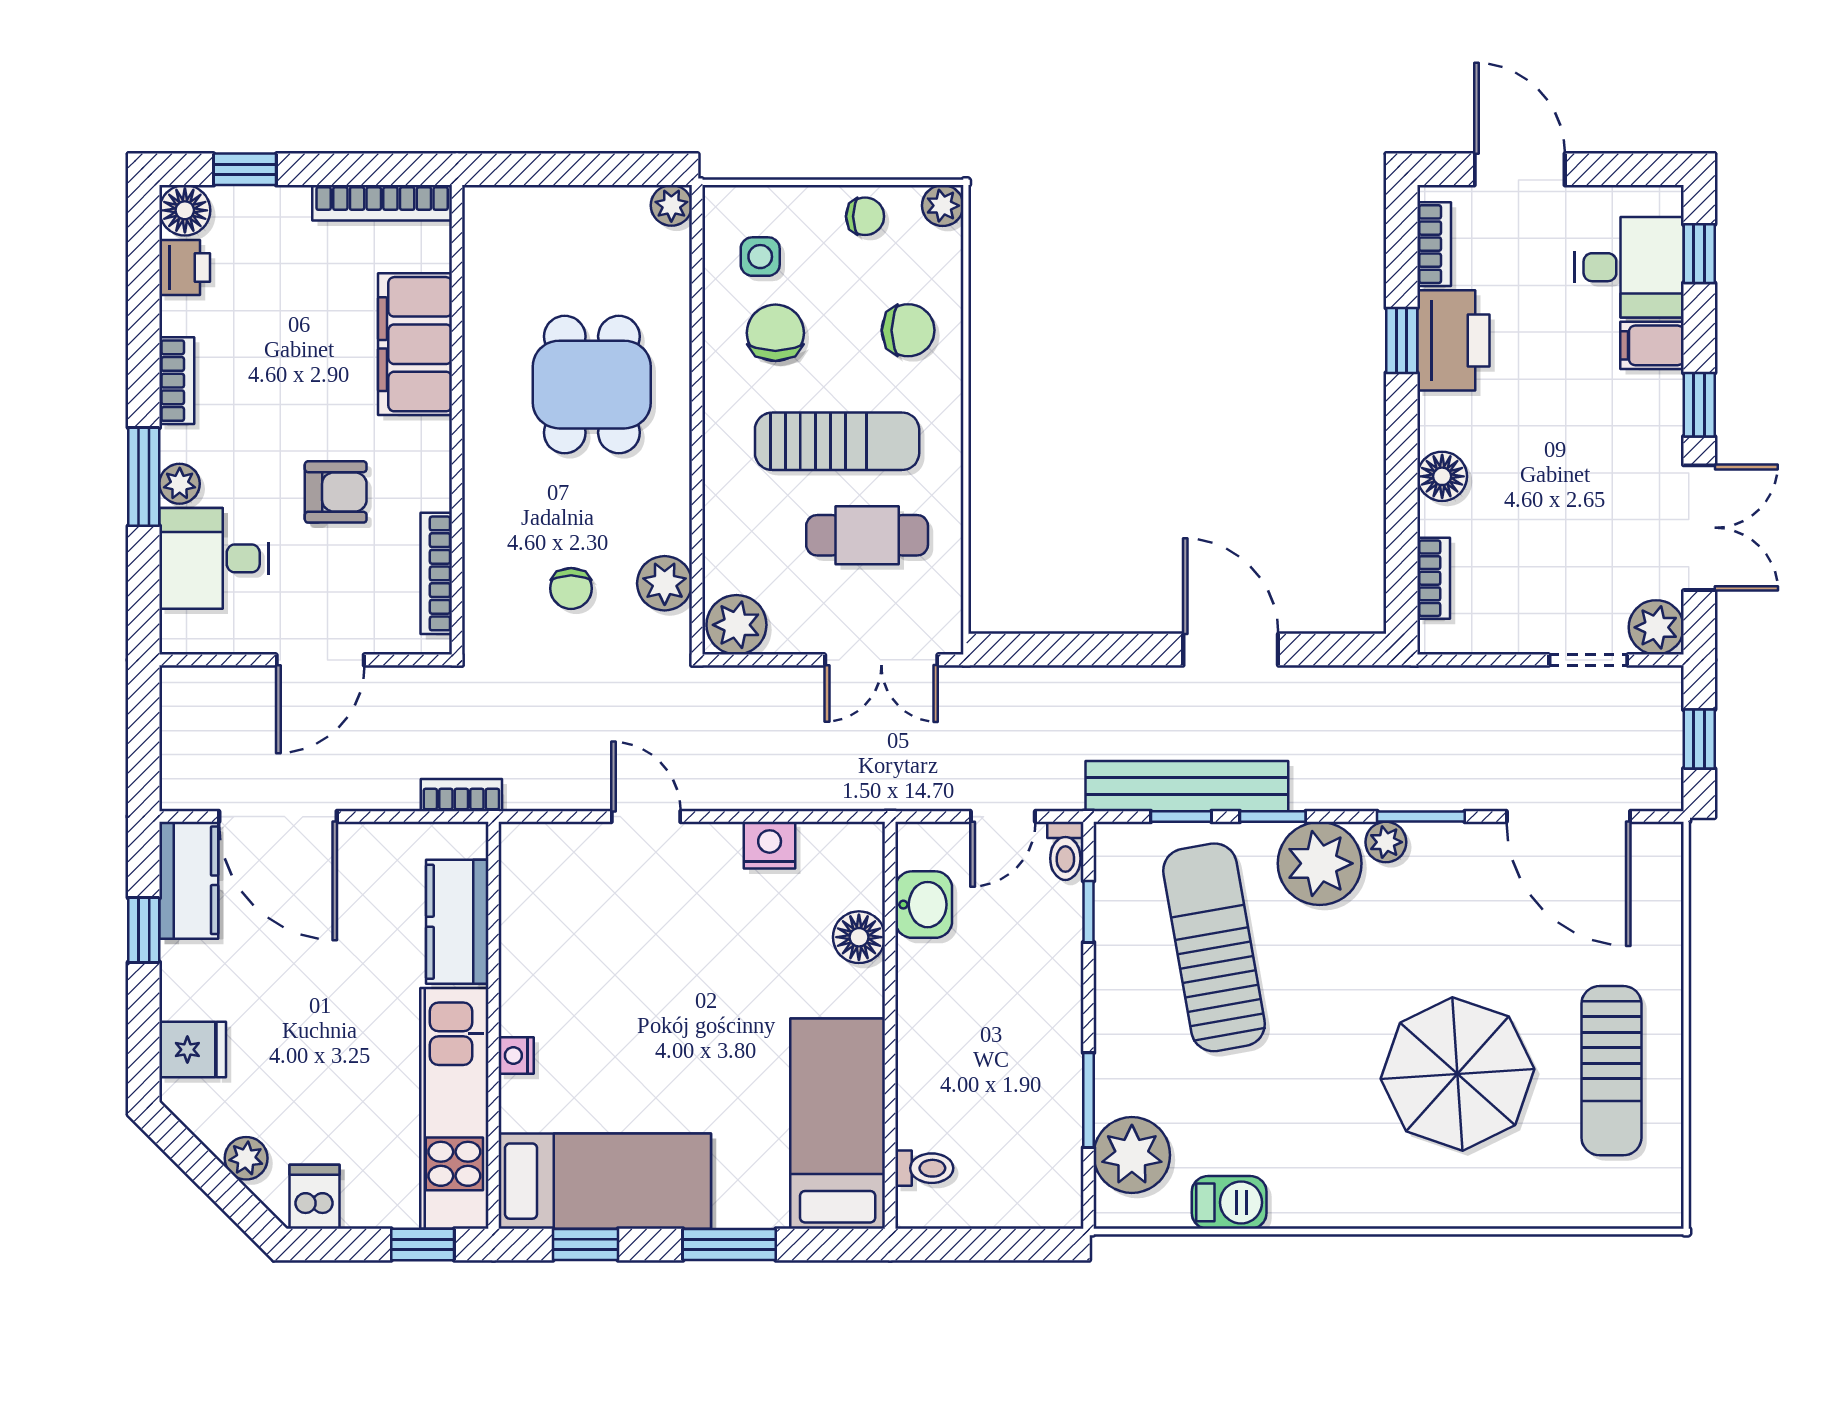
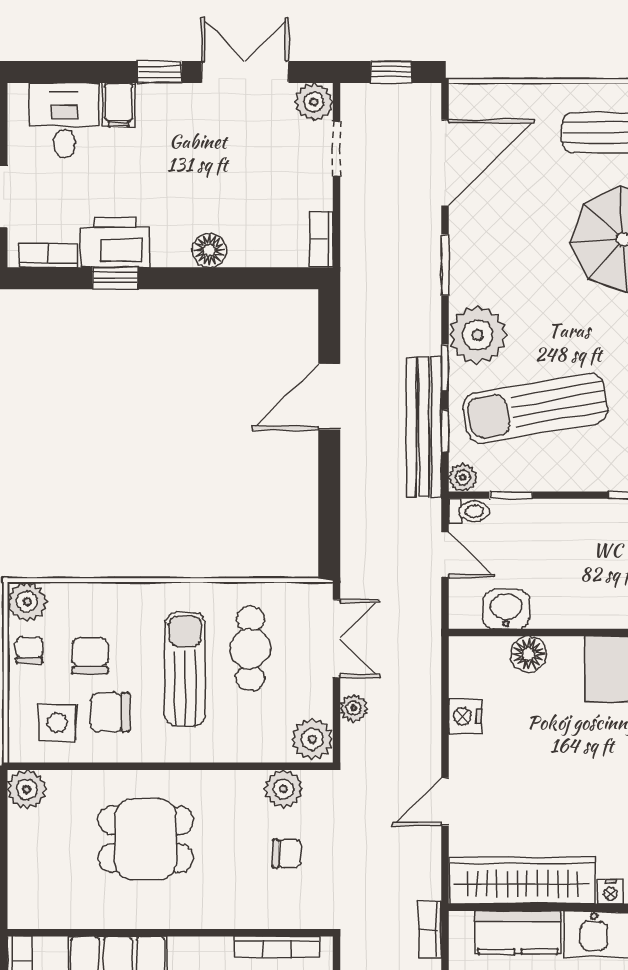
plant: (671, 205) -> (27, 789), width x1.38, depth x1.38
plant: (943, 206) -> (27, 602), width x1.38, depth x1.38
window: (1699, 254) -> (55, 72), removed
side table: (760, 257) -> (57, 723), width x1.37, depth x1.37
chair: (908, 330) -> (90, 656), moved
bookcase: (1434, 578) -> (322, 239), moved, turned -90
plant: (781, 685) -> (354, 708), added
plant: (1386, 842) -> (463, 477), moved
wardrobe: (533, 928) -> (522, 880), added

